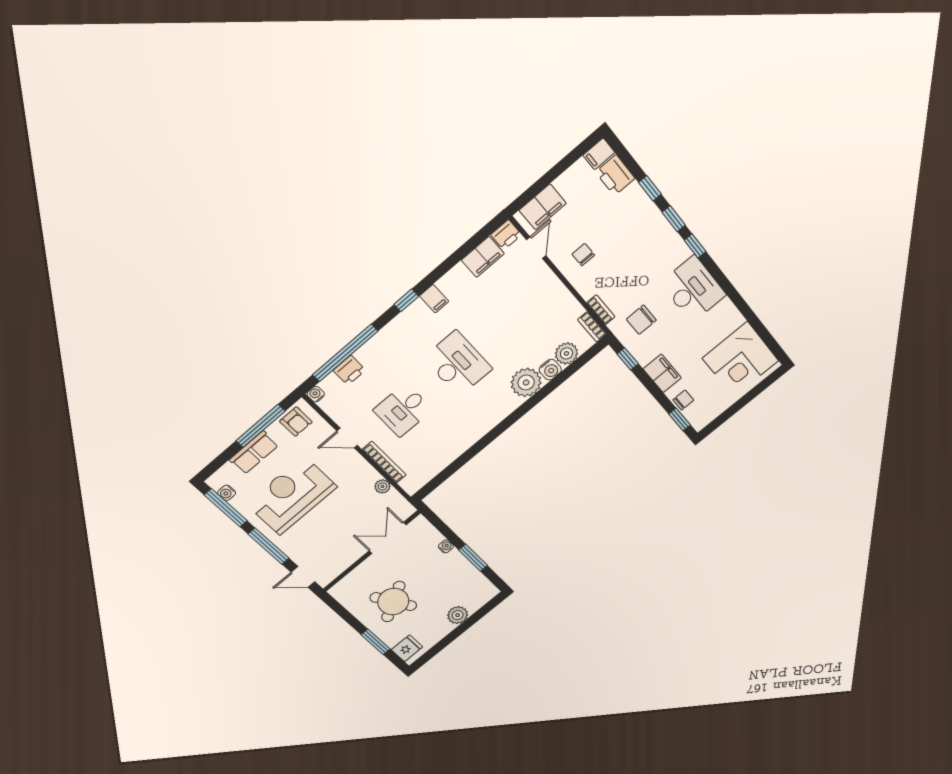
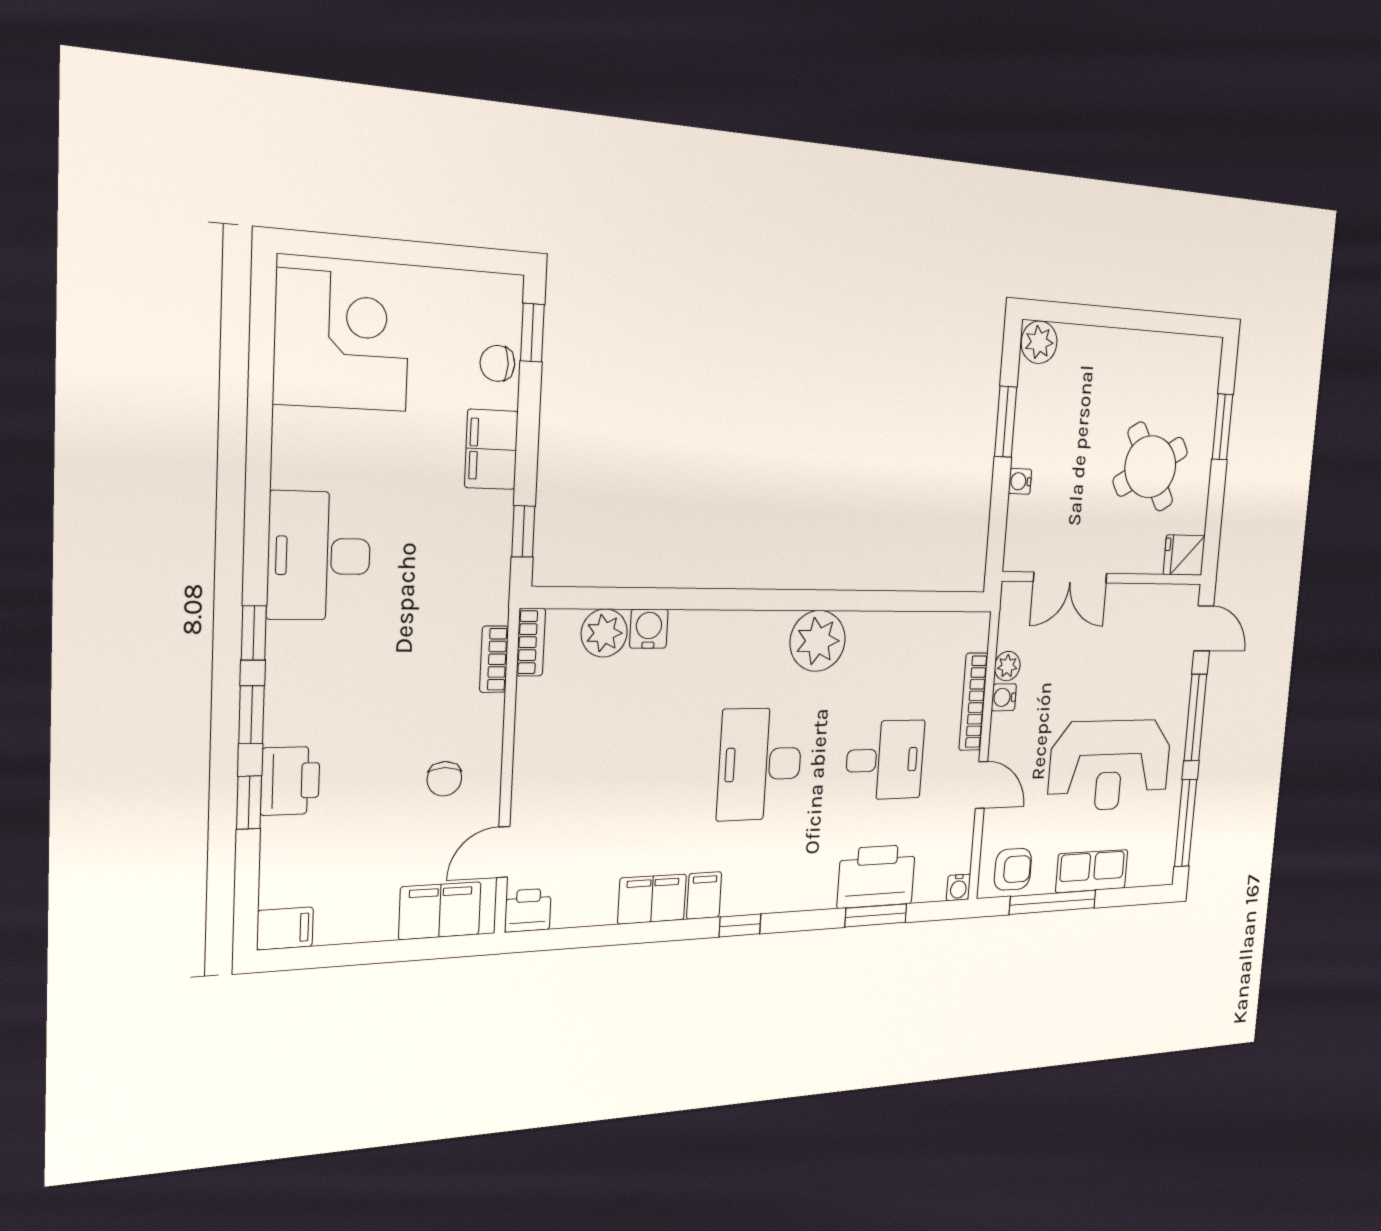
printer: (615, 175) -> (290, 781), moved
filing cabinet: (483, 257) -> (652, 899), moved
chair: (641, 320) -> (446, 581), removed
window: (345, 353) -> (876, 915), width x0.47
printer: (349, 370) -> (876, 876), width x1.87, depth x1.48
plant: (526, 382) -> (818, 641), moved
armchair: (296, 422) -> (1013, 869), turned 90
water cooler: (227, 493) -> (1004, 697), moved, turned 180
plant: (458, 615) -> (1039, 342), moved
fridge: (407, 648) -> (1184, 555), moved

